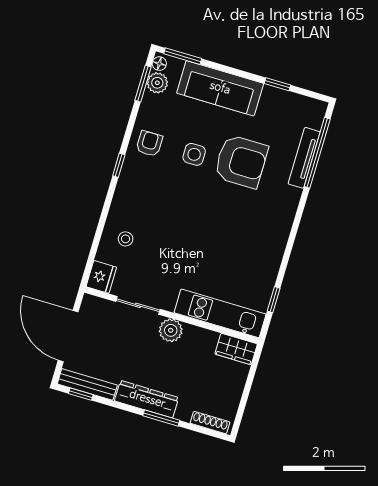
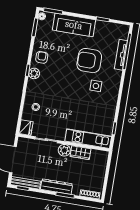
plant: (157, 83) -> (34, 73), moved
side table: (194, 154) -> (96, 86), moved
armchair: (241, 161) -> (89, 61), turned 180
wardrobe: (236, 349) -> (81, 153), moved

